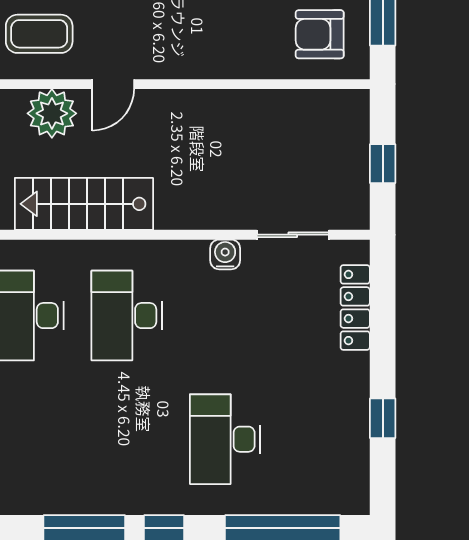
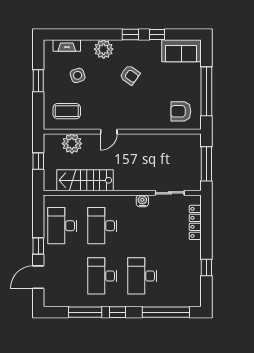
door: (113, 84) -> (109, 132), moved
window: (383, 164) -> (206, 164), width x2.17
desk: (127, 439) -> (102, 276), added

